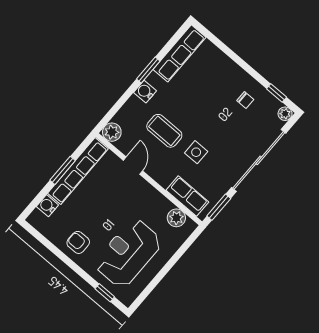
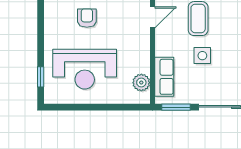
armchair: (78, 242) -> (87, 18), moved
reception desk: (128, 253) -> (85, 69), turned 180

